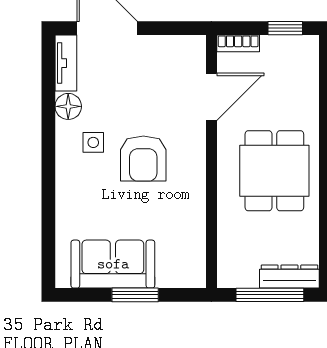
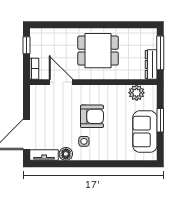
plant: (190, 247) -> (137, 93), added
dresser: (289, 277) -> (151, 65), moved

